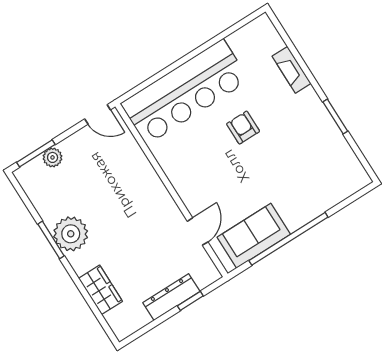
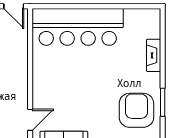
armchair: (243, 128) -> (136, 110), moved, width x1.88, depth x1.88

